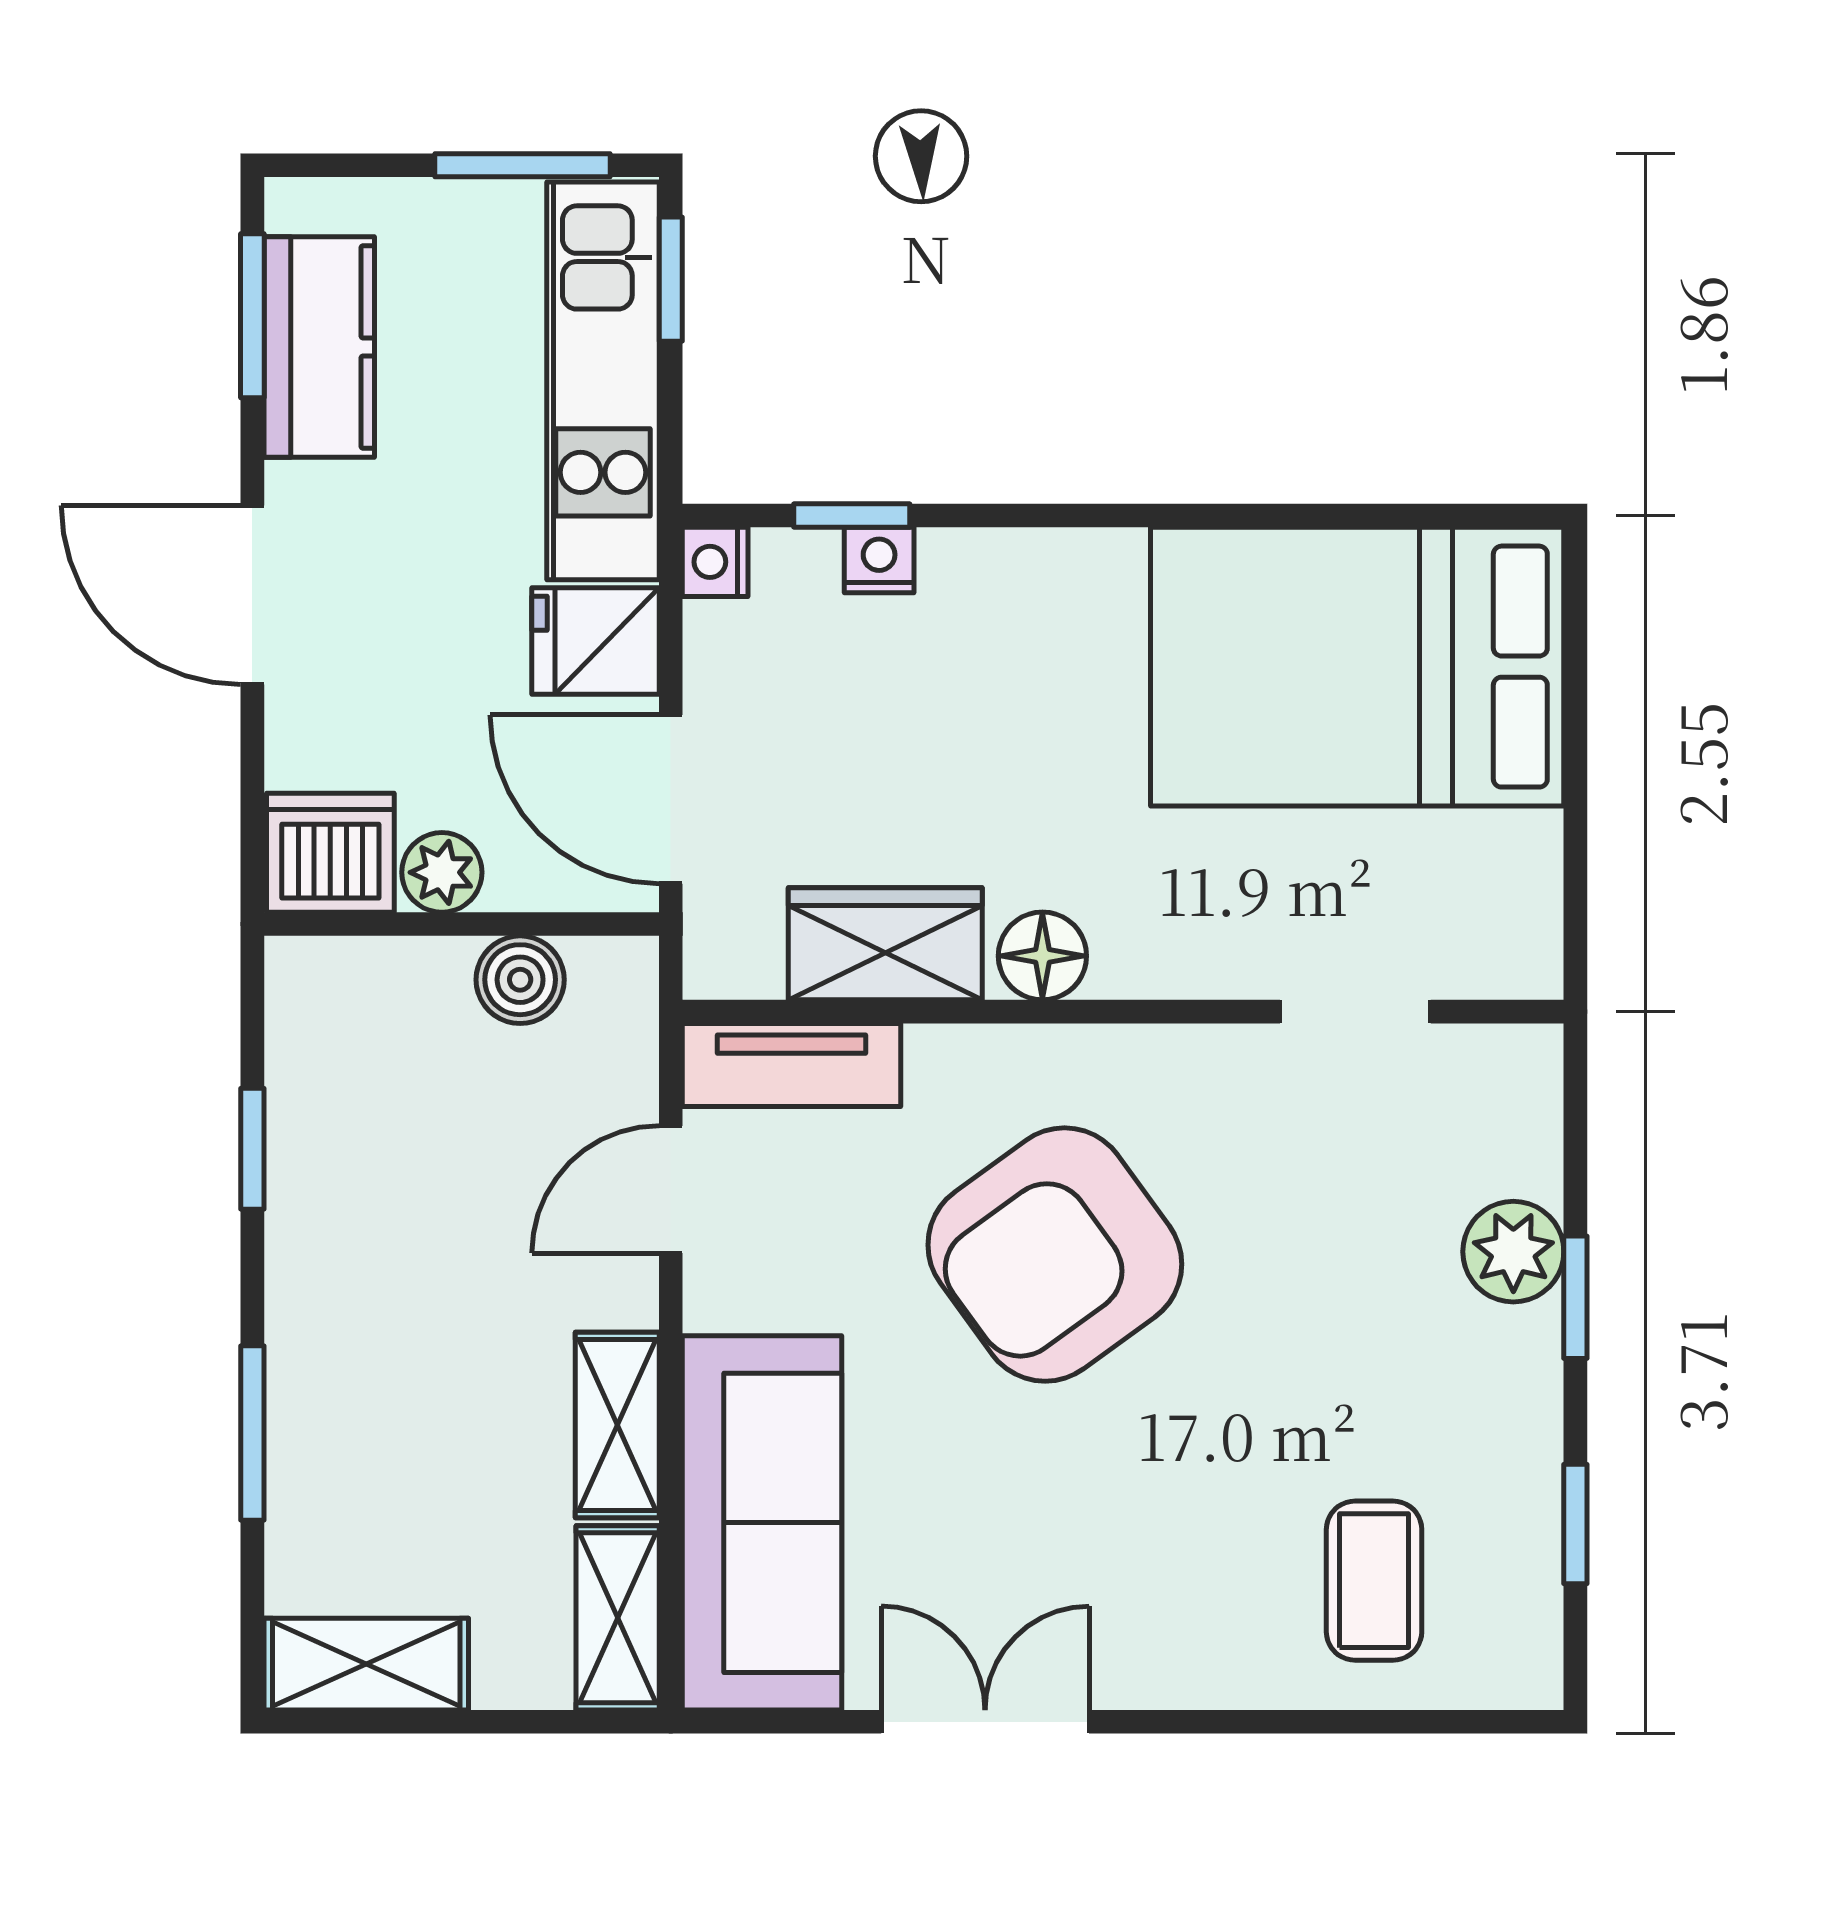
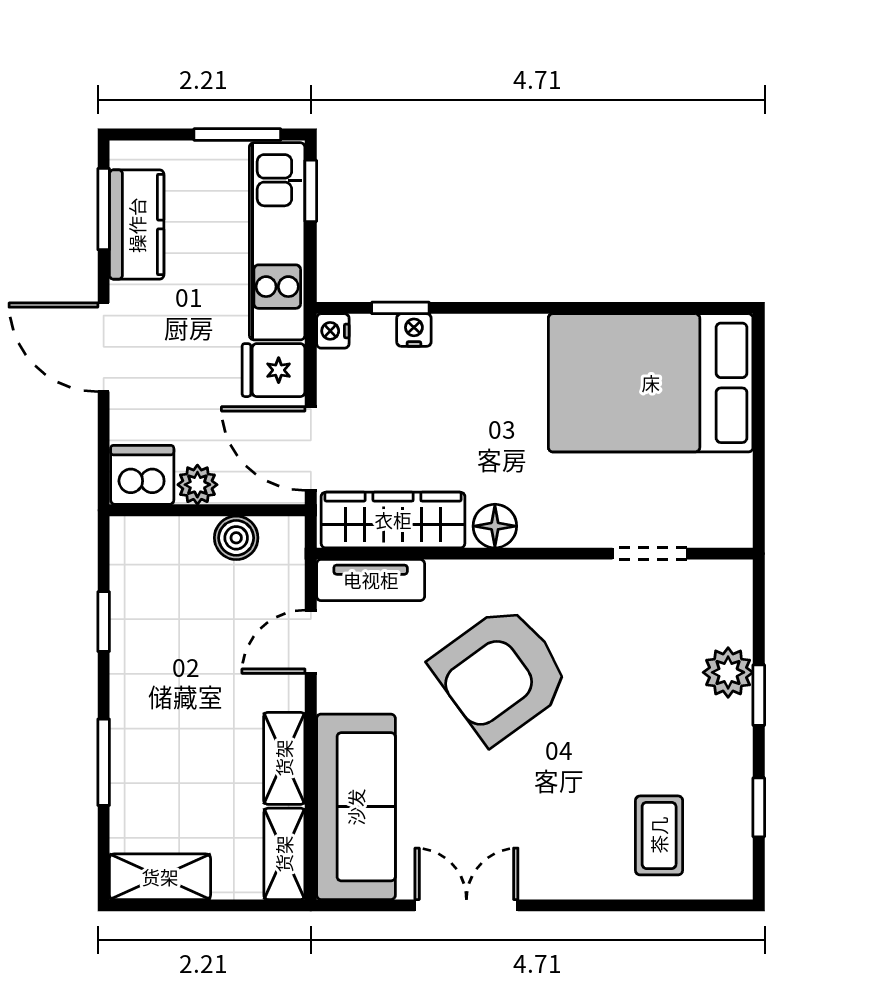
wardrobe: (885, 944) -> (393, 520), width x1.50

